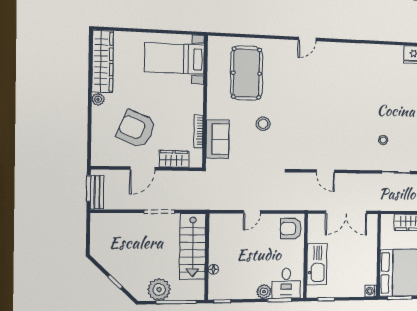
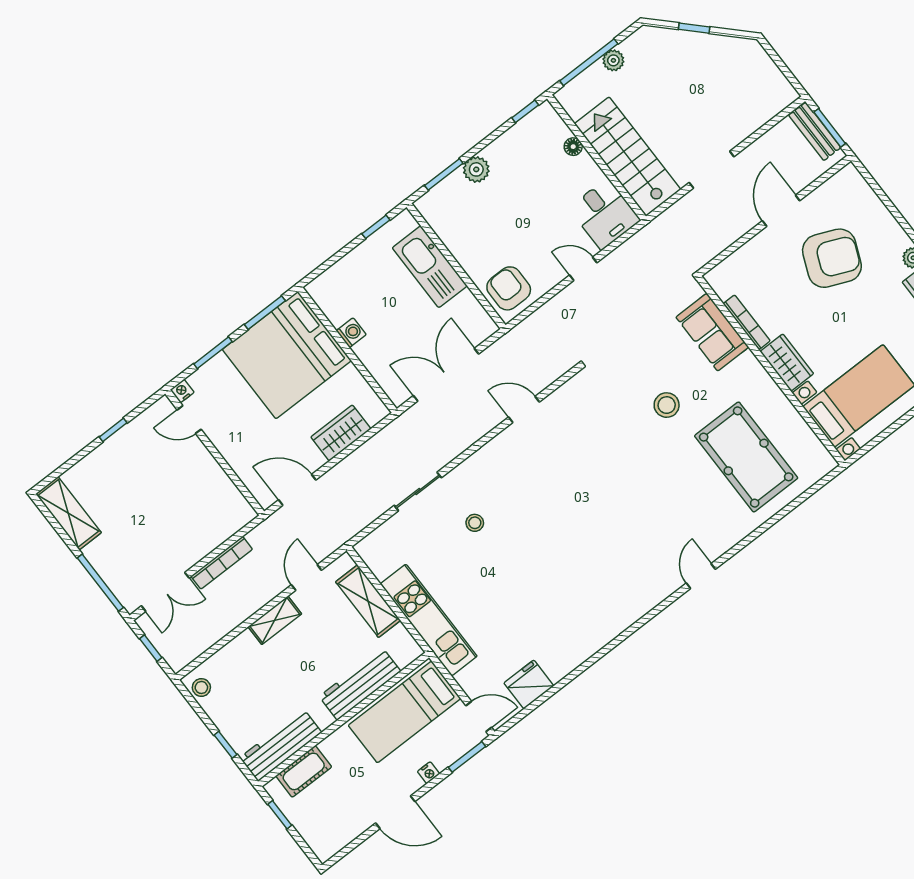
wardrobe: (174, 159) -> (787, 363), moved, turned -90
door: (252, 212) -> (583, 269), hinge flipped
armchair: (291, 229) -> (509, 288), turned -90
desk: (286, 283) -> (604, 214), moved, turned 180
plant: (159, 289) -> (613, 60), width x0.53, depth x0.53
washing machine: (371, 291) -> (351, 333), moved

